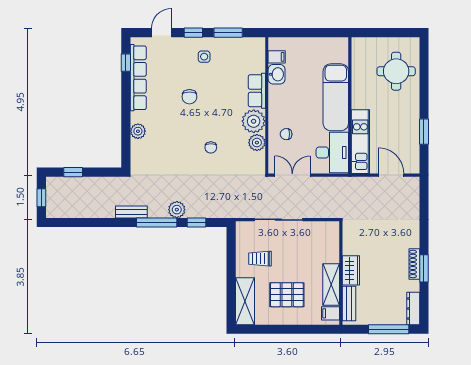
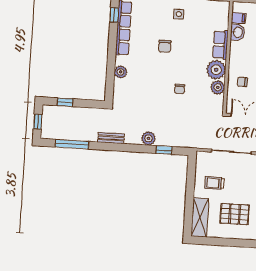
window: (157, 222) -> (72, 144), moved

